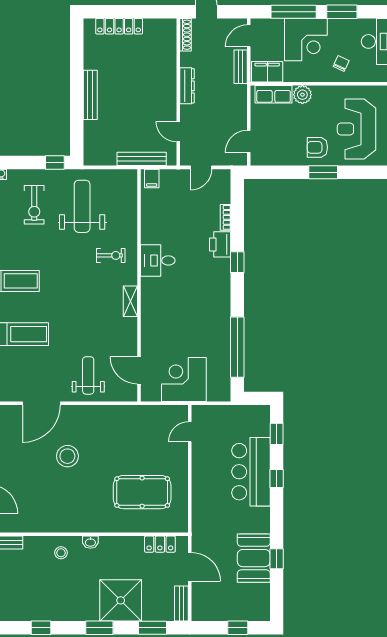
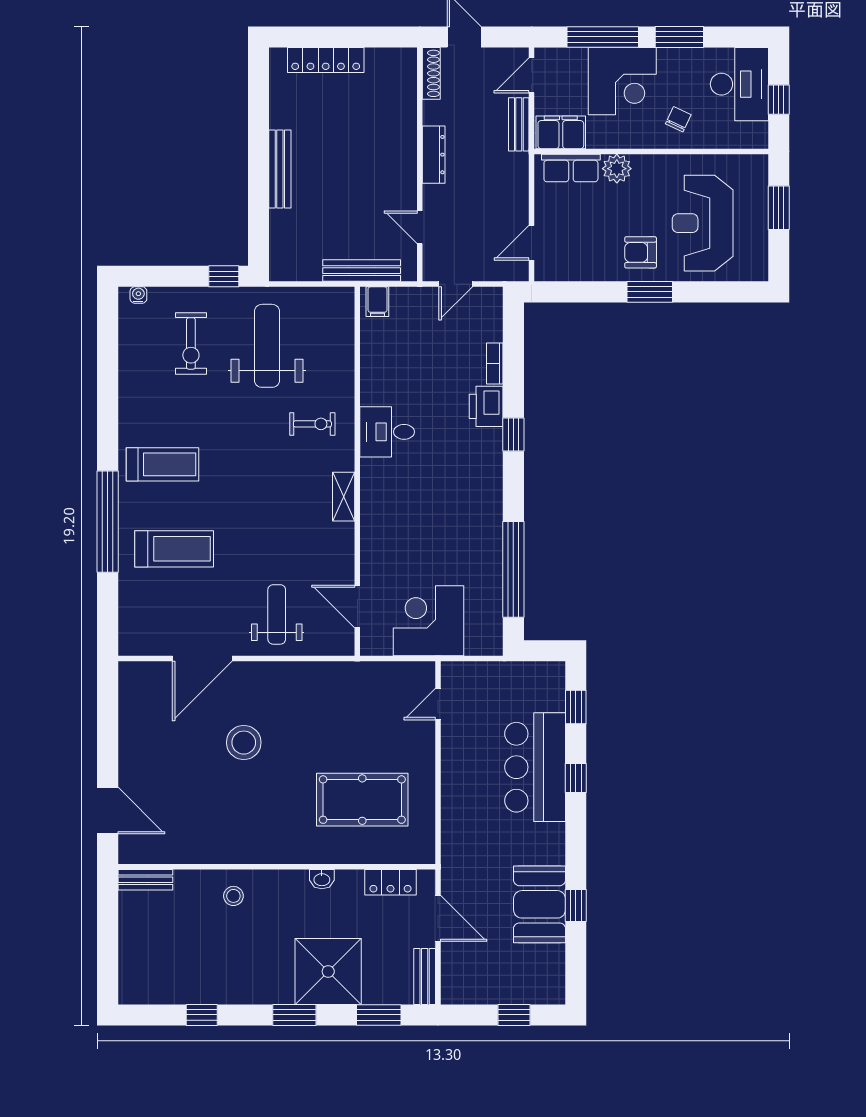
washbasin: (90, 542) -> (322, 879), moved

